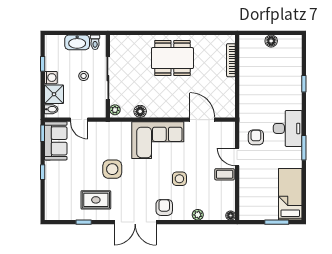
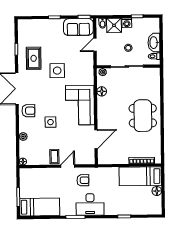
bed: (252, 62) -> (140, 176), added

